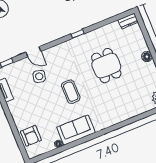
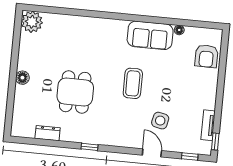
dresser: (128, 21) -> (48, 133), moved
armchair: (31, 136) -> (206, 56), turned 180

